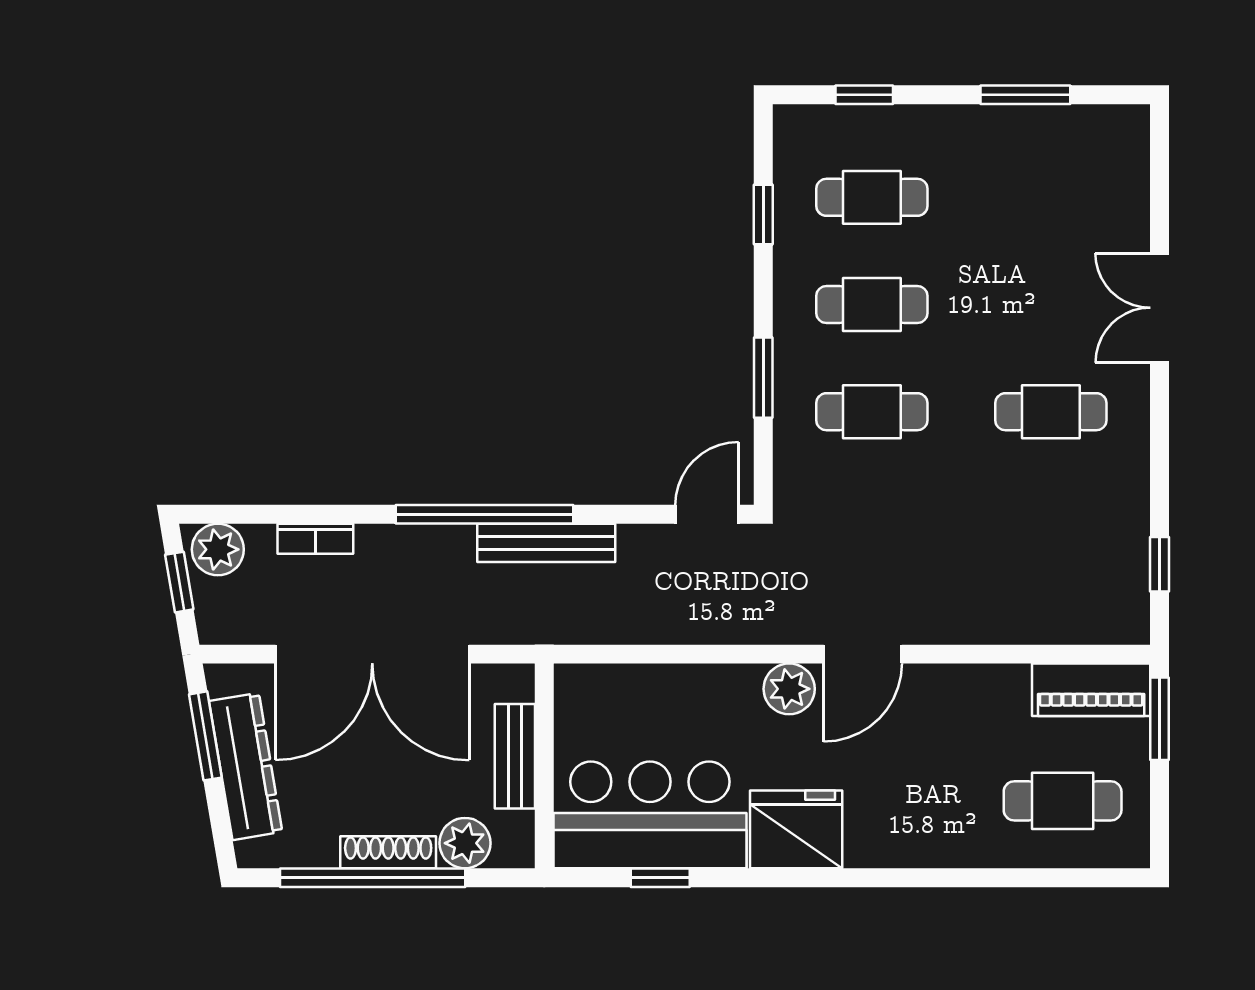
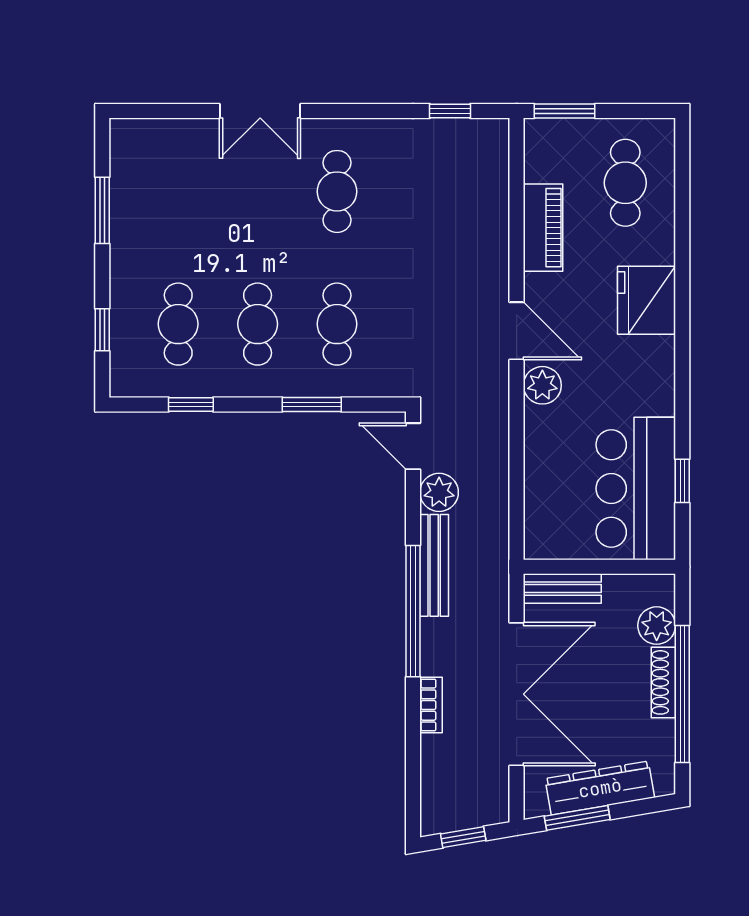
bookcase: (315, 539) -> (431, 705), moved
plant: (218, 549) -> (439, 492), moved
piano: (1091, 690) -> (543, 228), moved
bench: (515, 756) -> (562, 589), moved
fridge: (796, 829) -> (647, 300), moved

